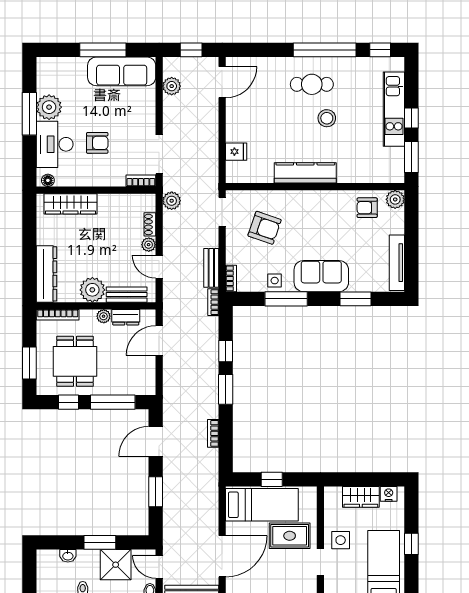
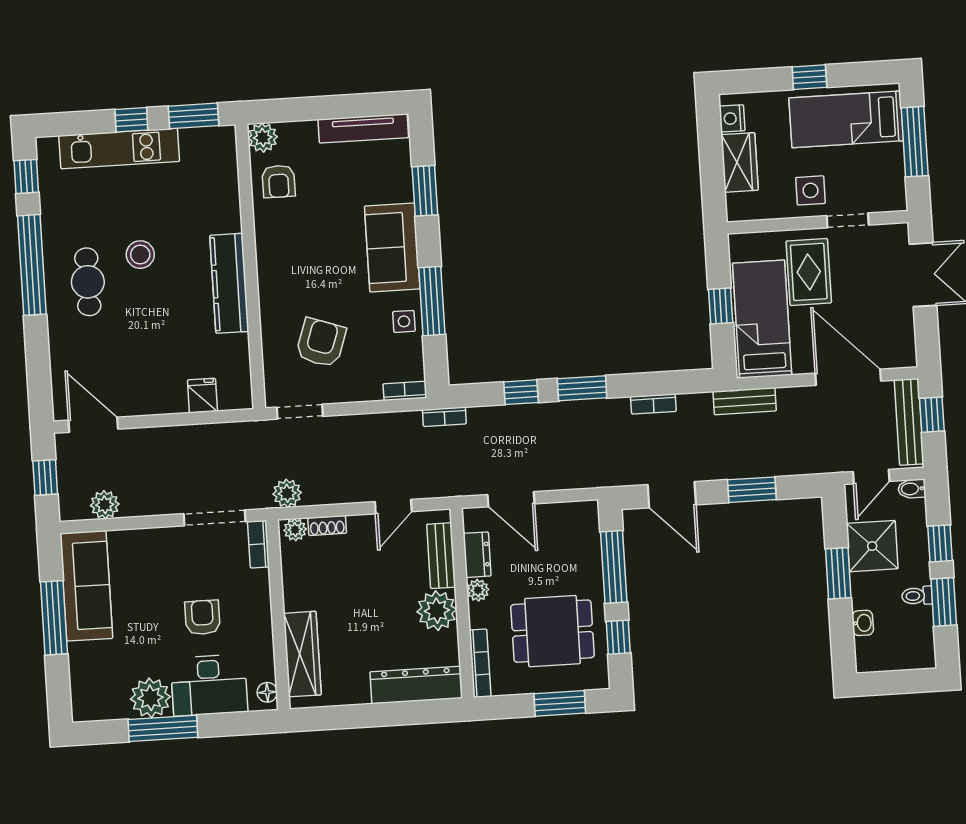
plant: (149, 245) -> (295, 530), moved
bench: (211, 268) -> (745, 401), moved

